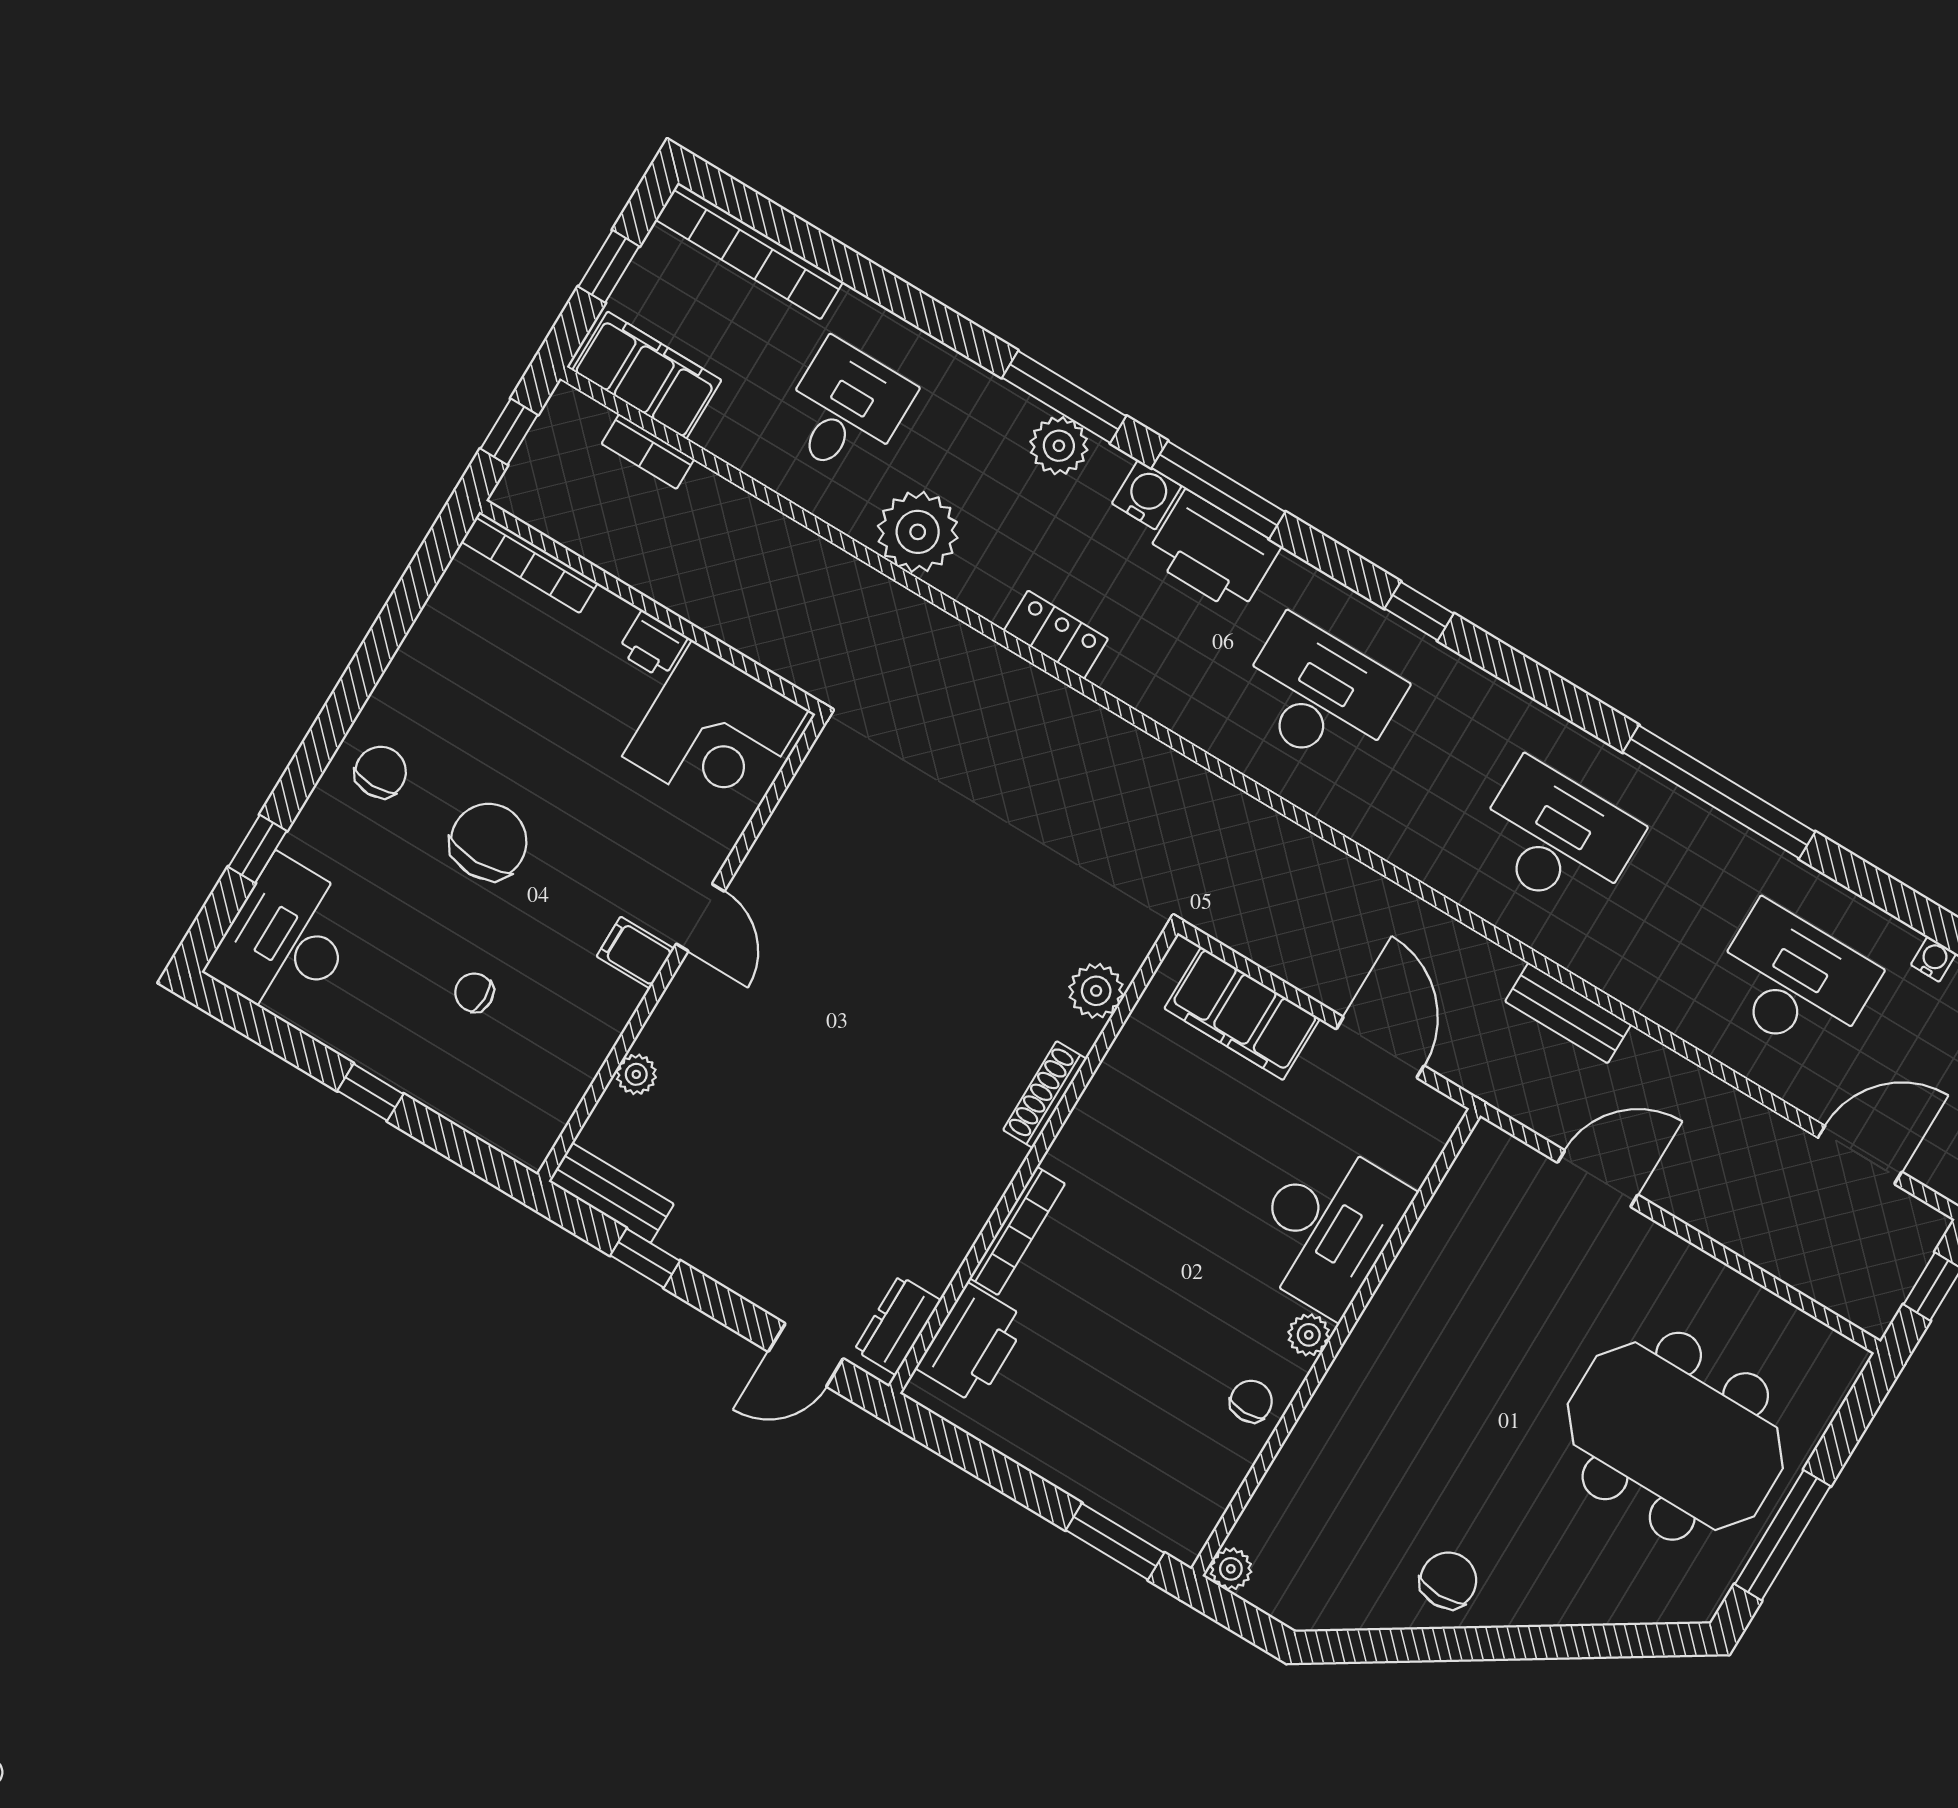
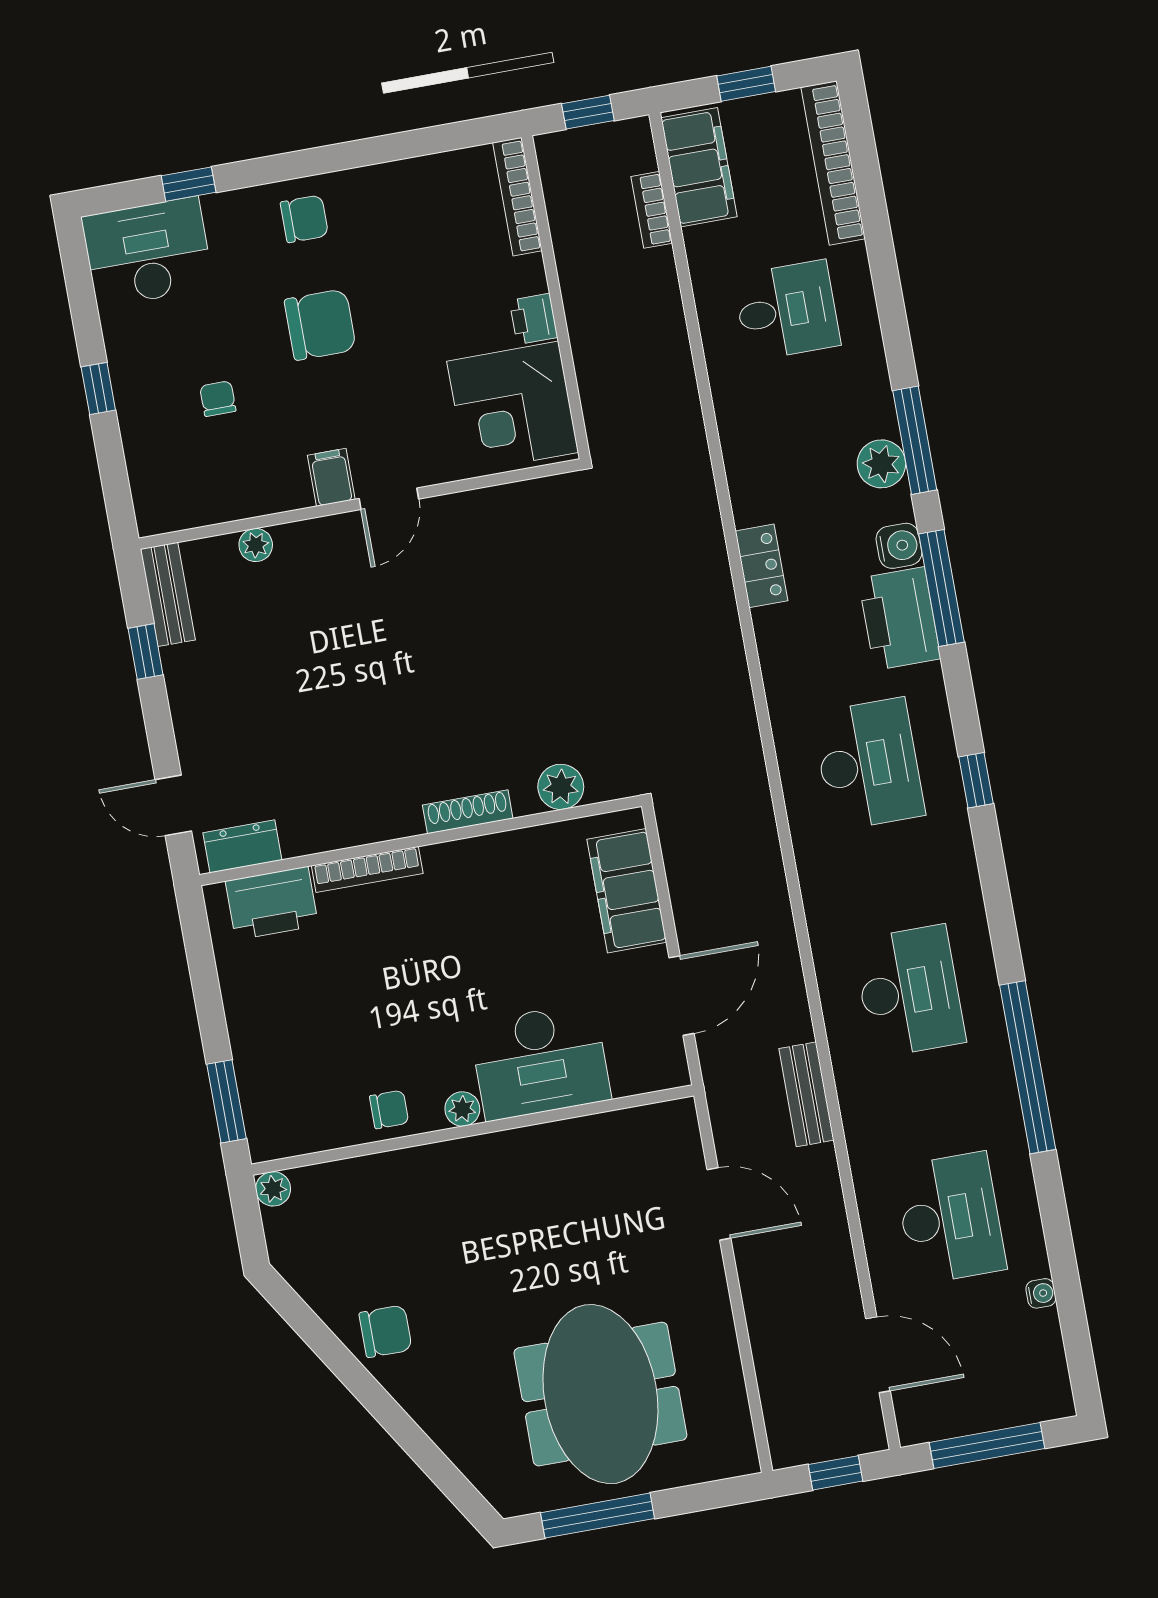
plant: (918, 532) -> (750, 423), removed

